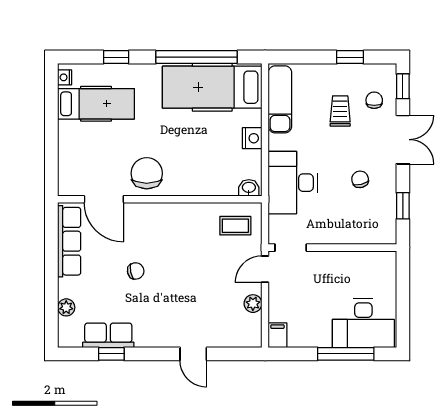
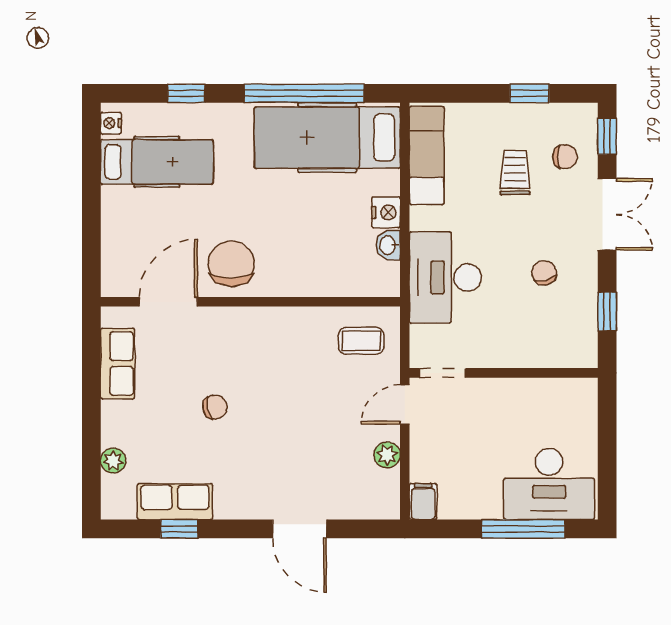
chair: (374, 100) -> (565, 157), turned 90
washbasin: (249, 188) -> (388, 245), moved, turned -90
door: (104, 199) -> (168, 302), swing flipped
row of seats: (69, 241) -> (118, 364), width x0.68
door: (193, 354) -> (299, 529), width x1.38

